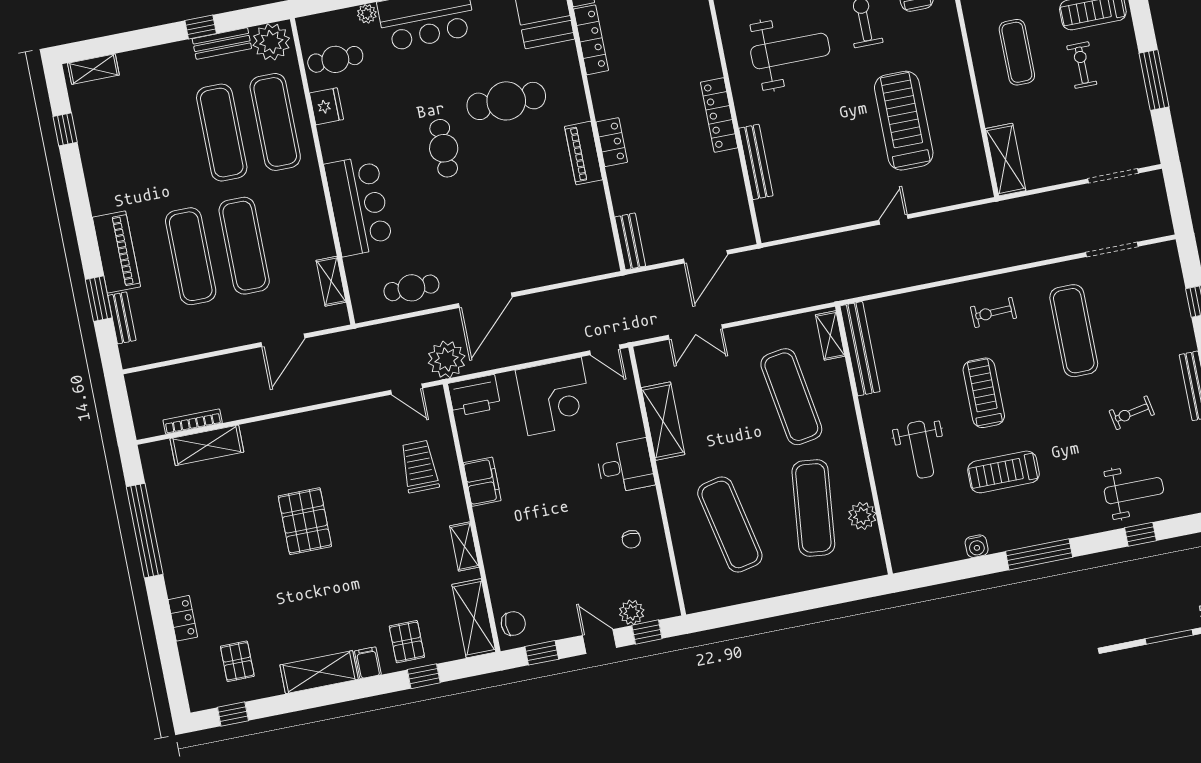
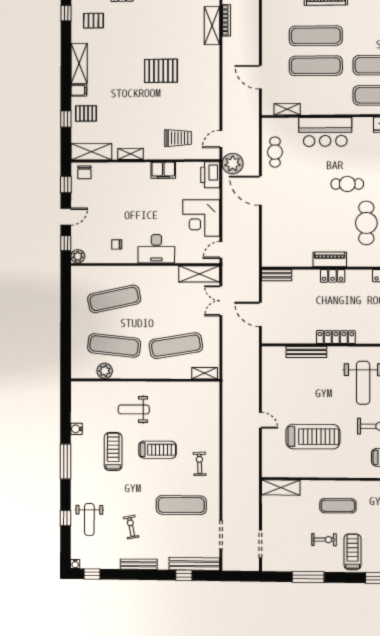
bench: (860, 349) -> (194, 564), moved
shelving: (663, 421) -> (199, 274), moved
desk: (625, 466) -> (156, 249), width x1.37
plant: (632, 612) -> (78, 256), moved

